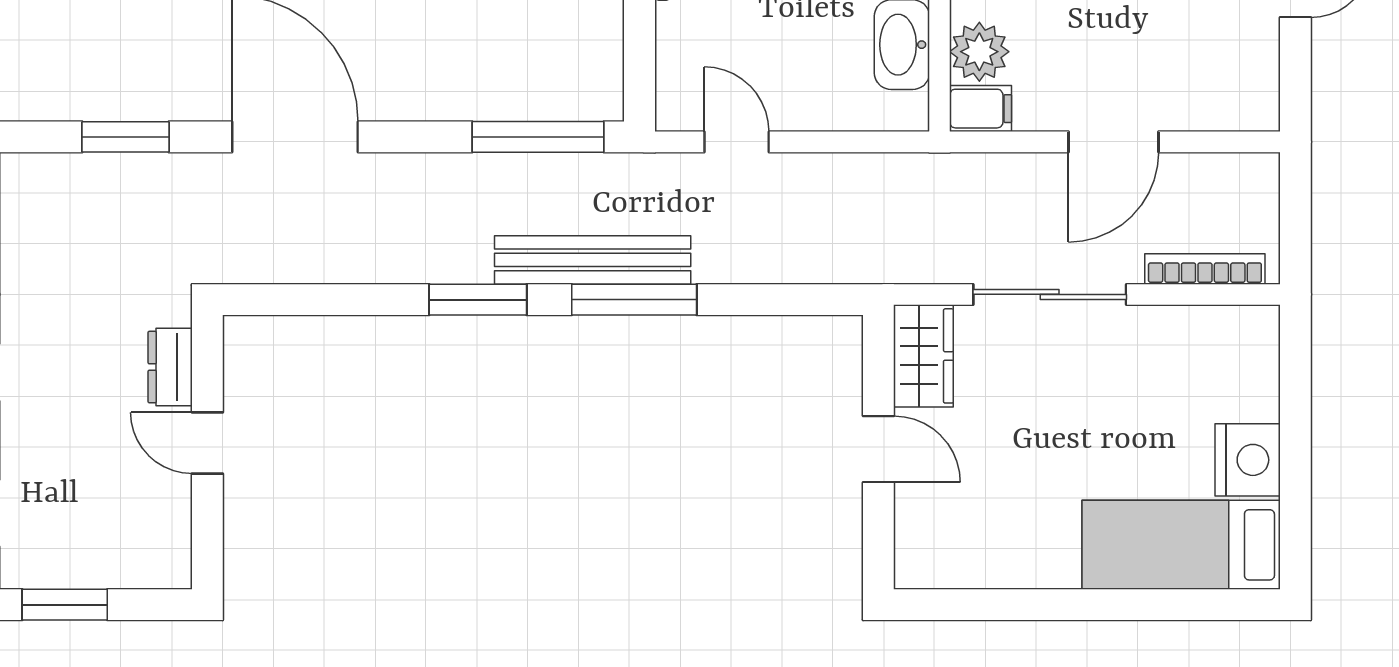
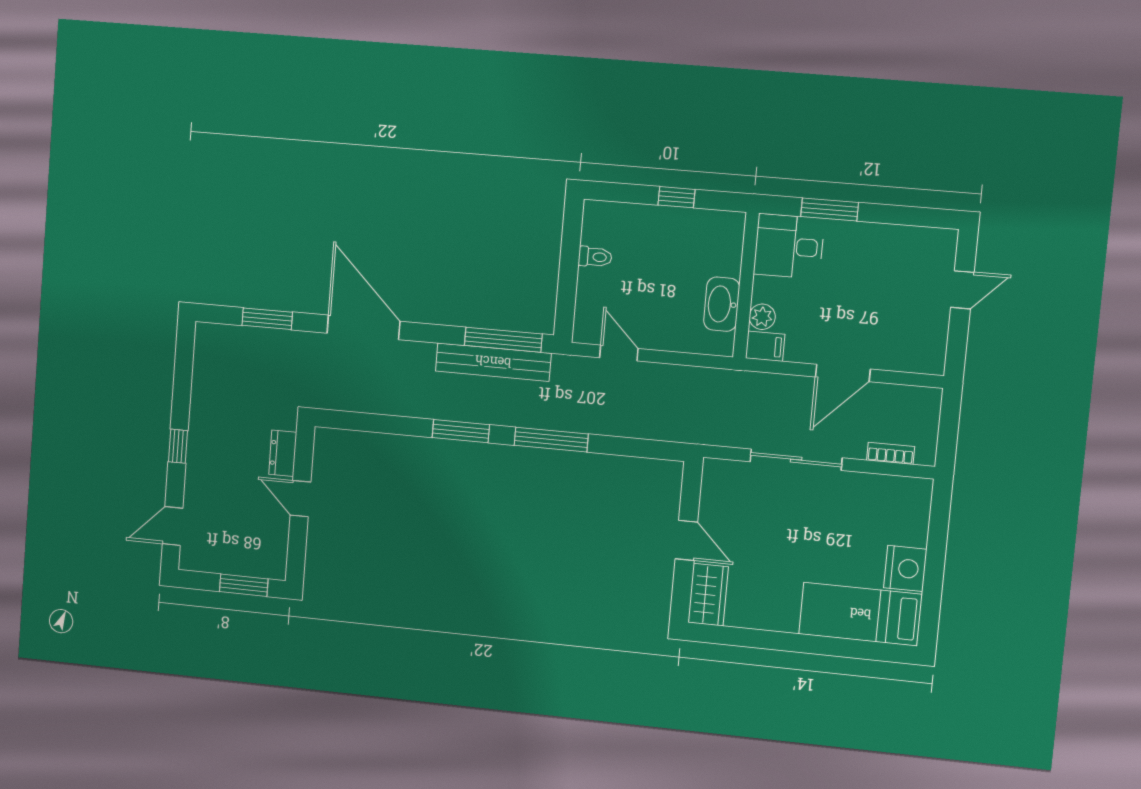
plant: (979, 52) -> (762, 317), width x0.73, depth x0.73
bench: (593, 260) -> (493, 362), moved
bookcase: (1205, 269) -> (891, 453), width x0.64
wardrobe: (923, 356) -> (708, 595), moved
window: (65, 605) -> (244, 585), moved

